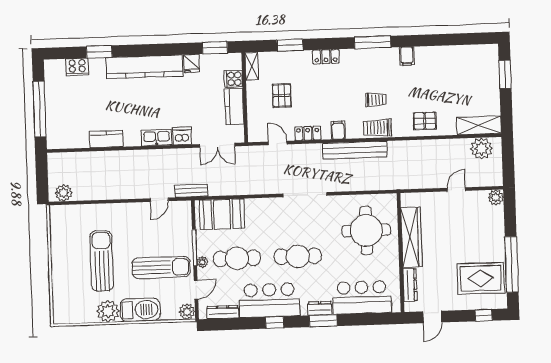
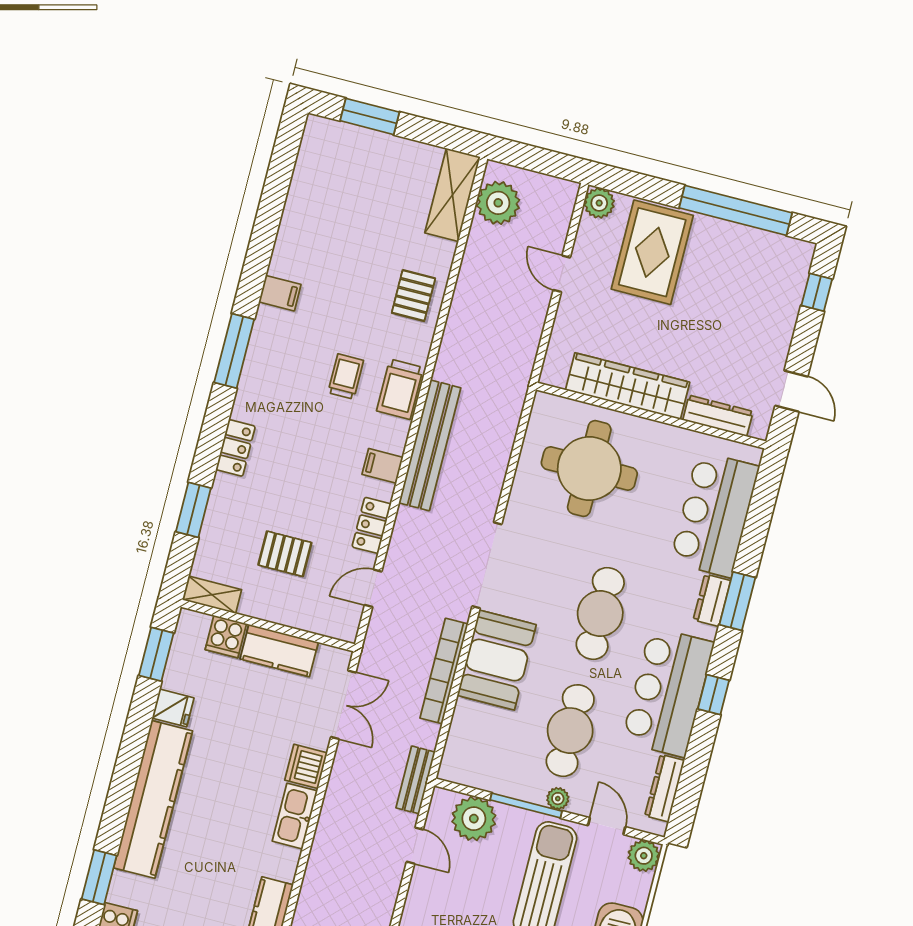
bookcase: (248, 189) -> (444, 671), added
booth: (222, 214) -> (497, 660), moved
plant: (181, 224) -> (474, 819), added
rug: (481, 278) -> (652, 252), moved

